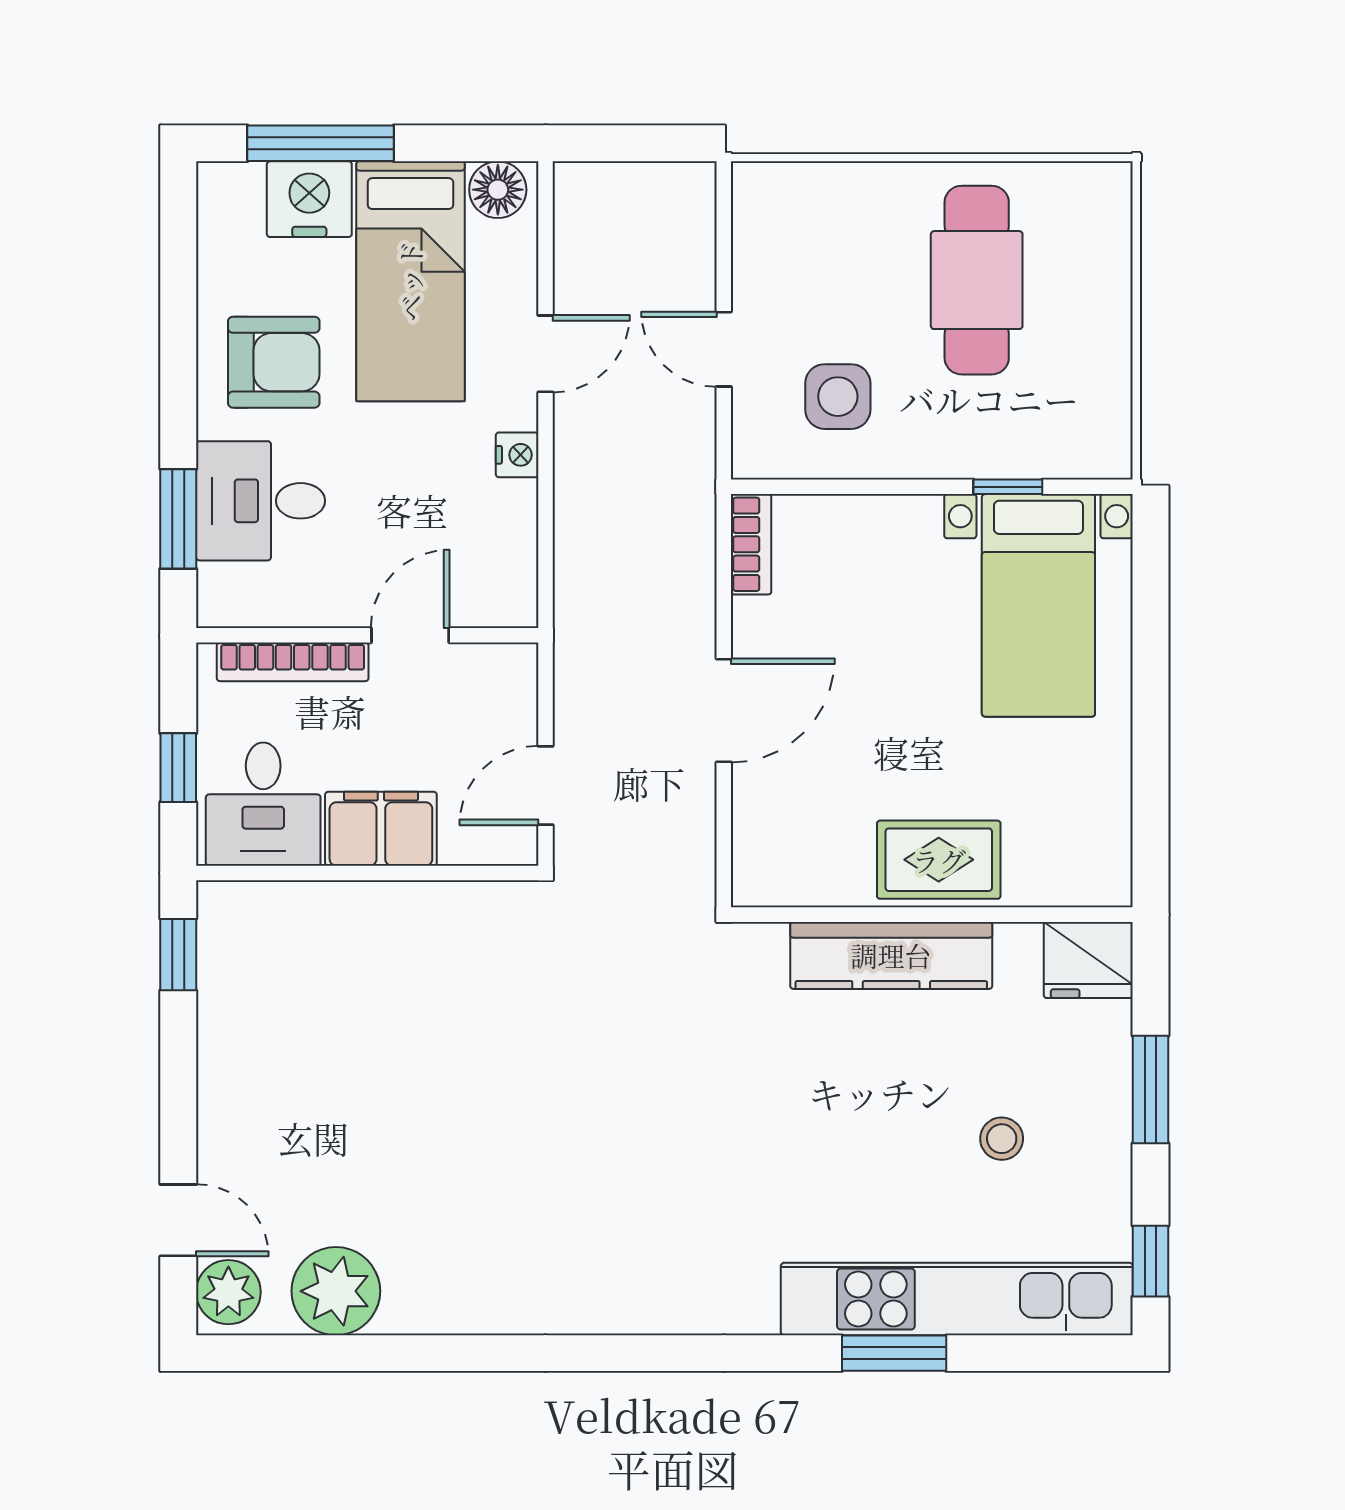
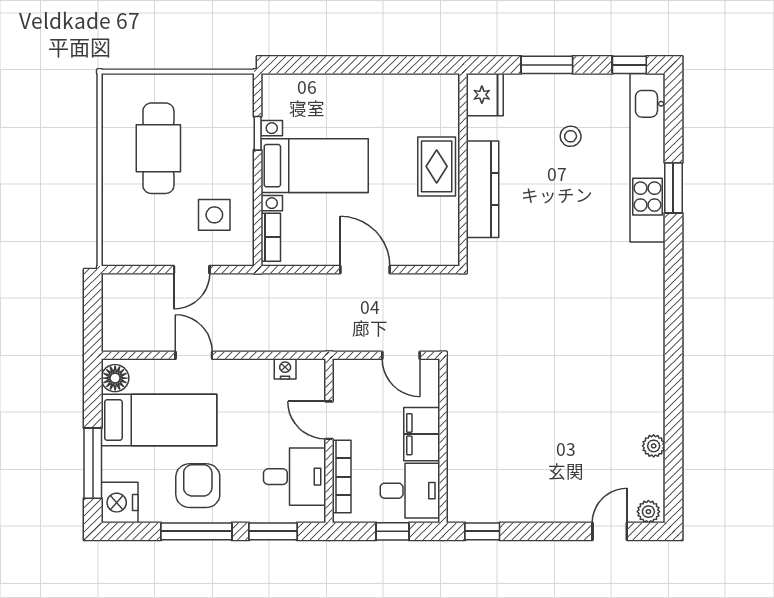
nightstand: (309, 199) -> (120, 503), moved
cafe table: (977, 280) -> (158, 148), turned 90
window: (178, 359) -> (196, 531), added
nightstand: (517, 455) -> (285, 369), moved
desk: (261, 501) -> (295, 477), moved, turned -90
bookcase: (751, 544) -> (271, 237), moved, turned 90
bed with nightstands: (1038, 605) -> (315, 166), moved
plant: (336, 1291) -> (654, 446), width x0.53, depth x0.53
plant: (228, 1292) -> (648, 512), width x0.73, depth x0.73

